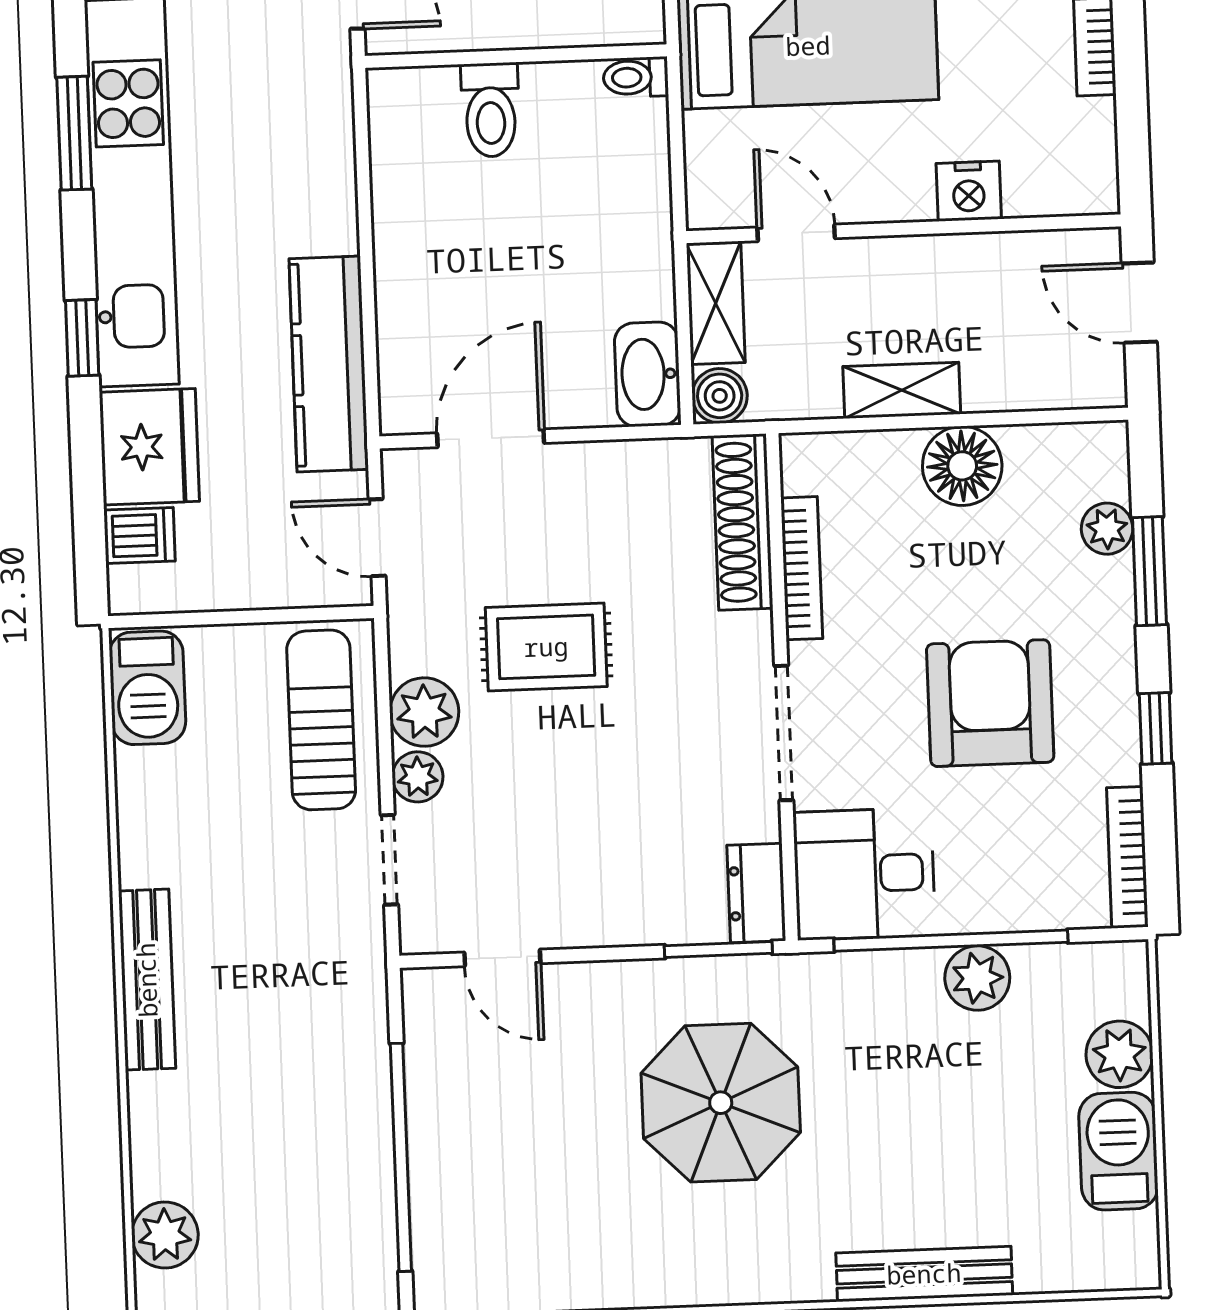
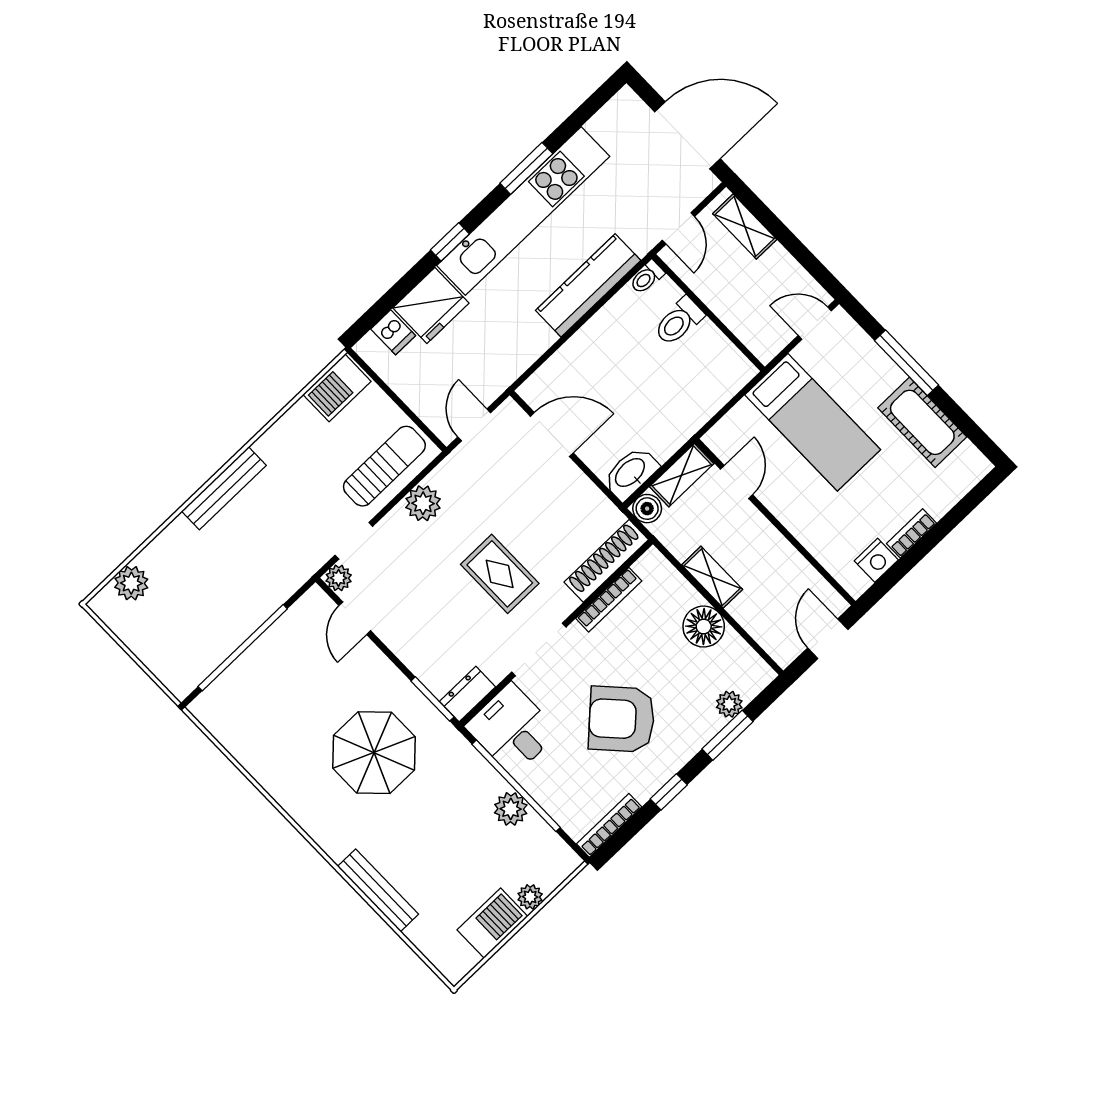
toilet: (636, 77) -> (647, 277), moved, turned -90
nightstand: (969, 191) -> (876, 560), moved, turned -90
kitchen counter: (329, 364) -> (588, 285), moved
rug: (546, 647) -> (500, 574), moved
armchair: (990, 703) -> (622, 719), turned -133
plant: (418, 777) -> (339, 578), moved
plant: (1119, 1054) -> (530, 897), width x0.73, depth x0.73

